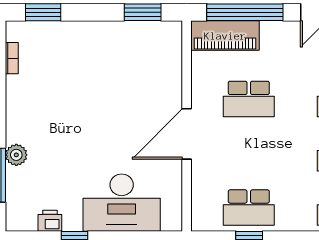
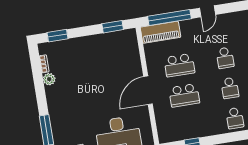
plant: (16, 155) -> (49, 79), moved
school desk: (249, 208) -> (184, 95), moved

